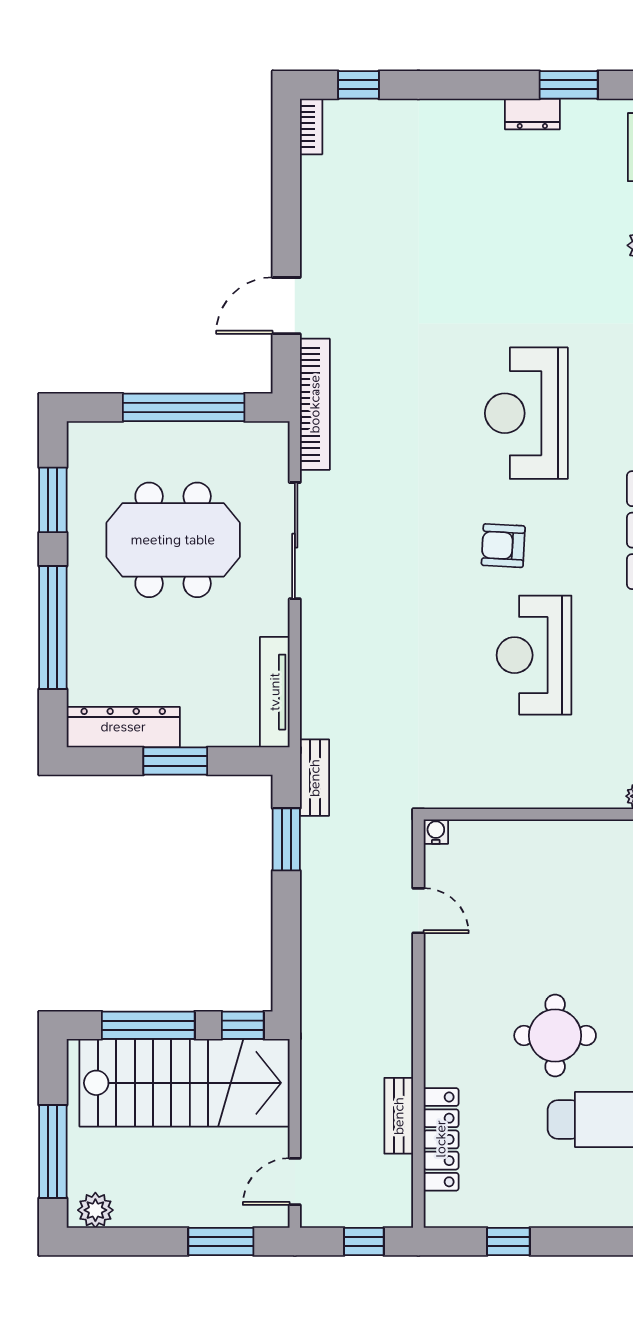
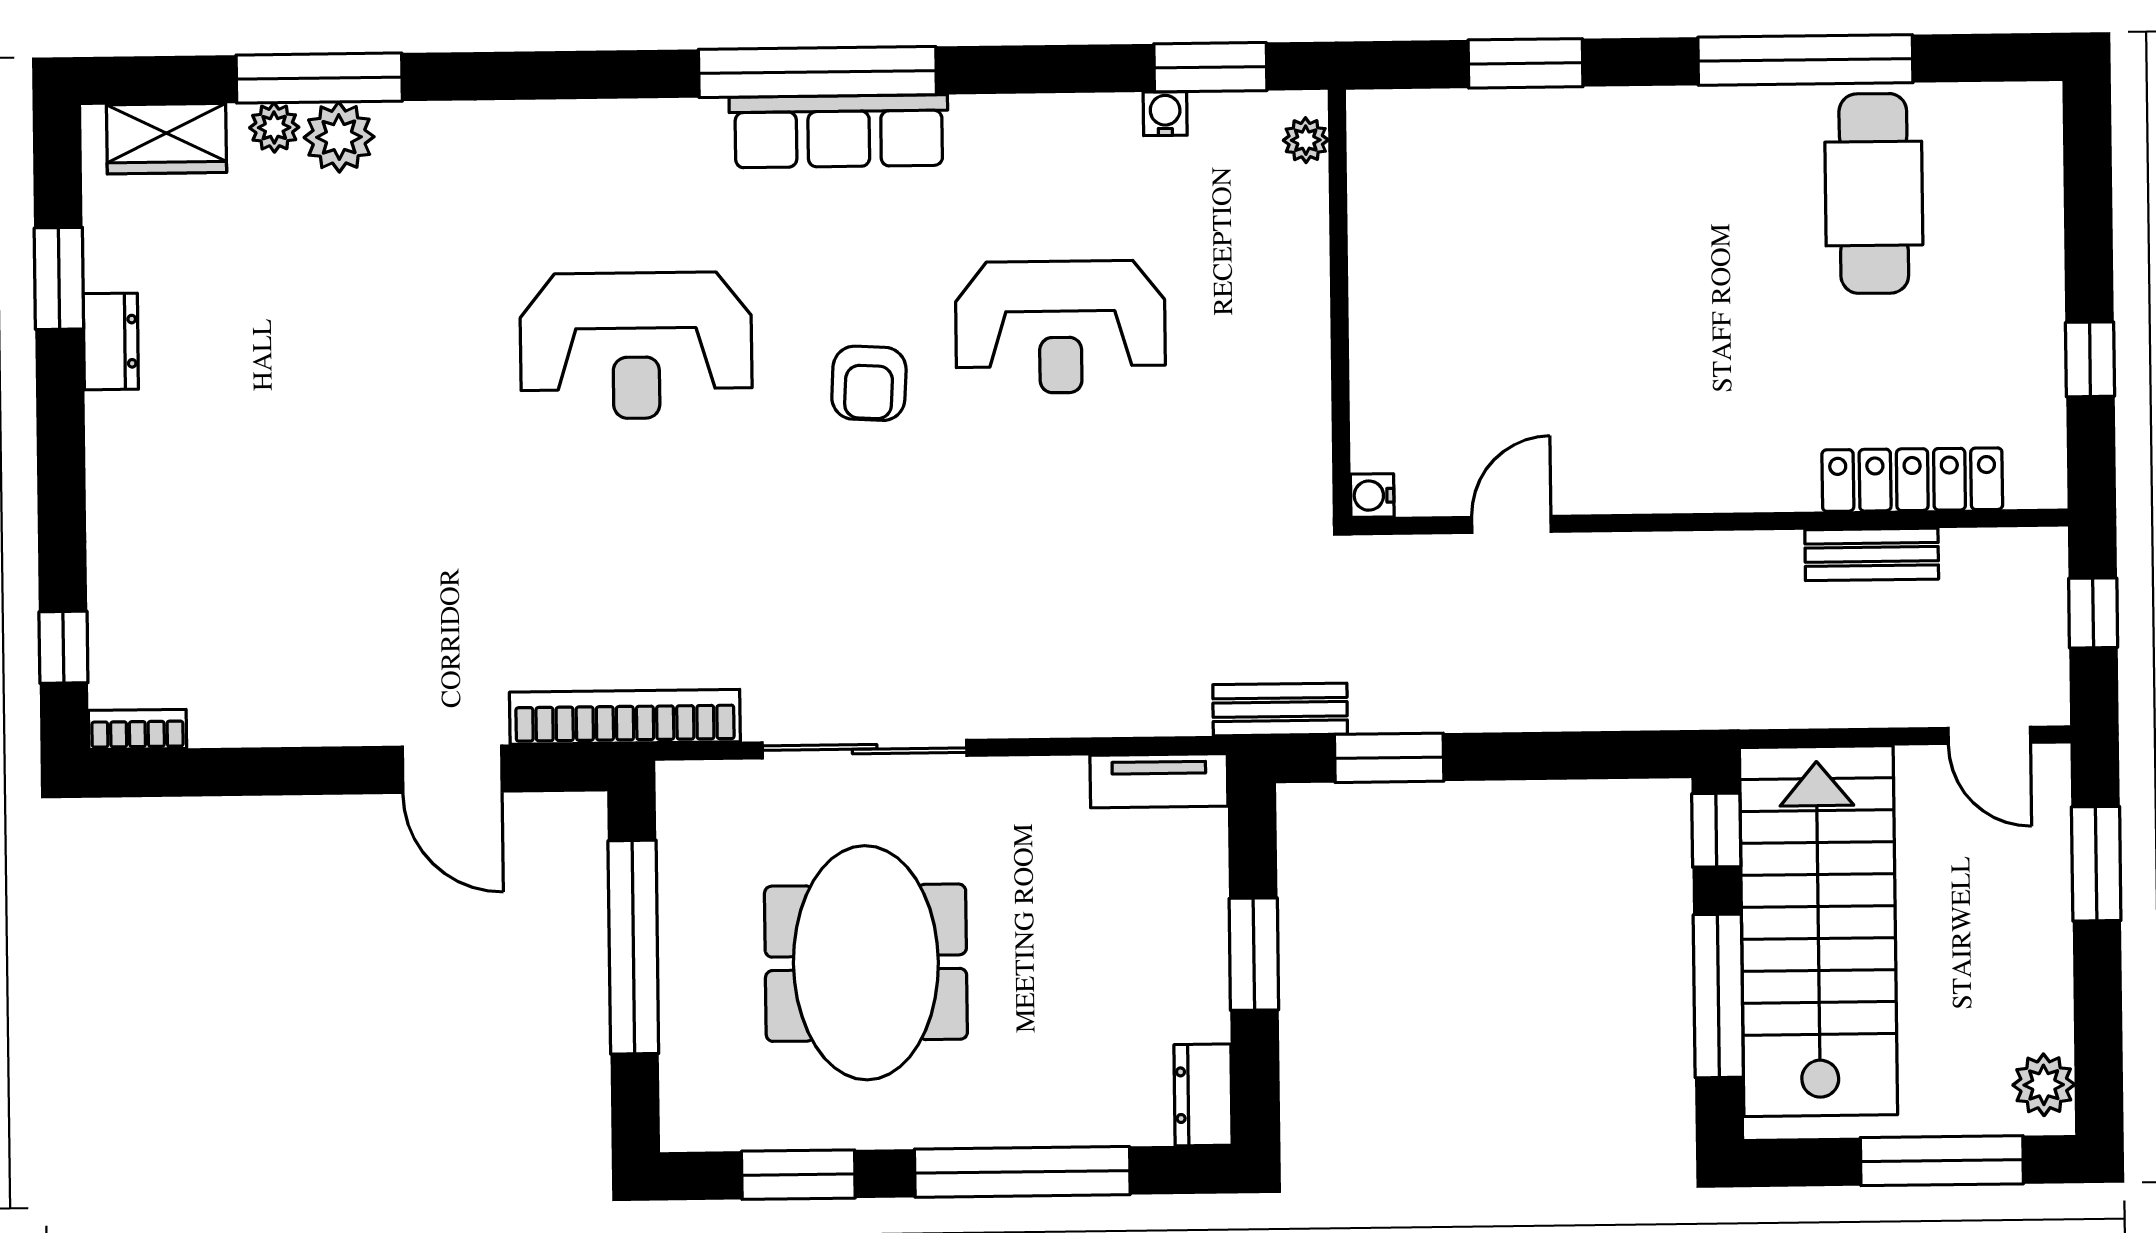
tv unit: (275, 692) -> (1159, 781), width x0.71
dresser: (123, 727) -> (1203, 1095), width x0.51, depth x0.80
round table: (555, 1036) -> (1728, 282), removed

